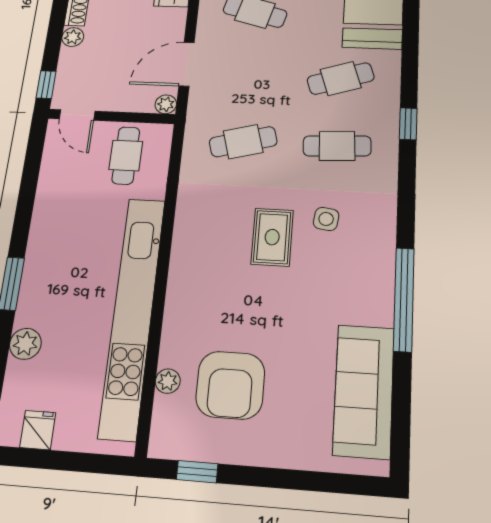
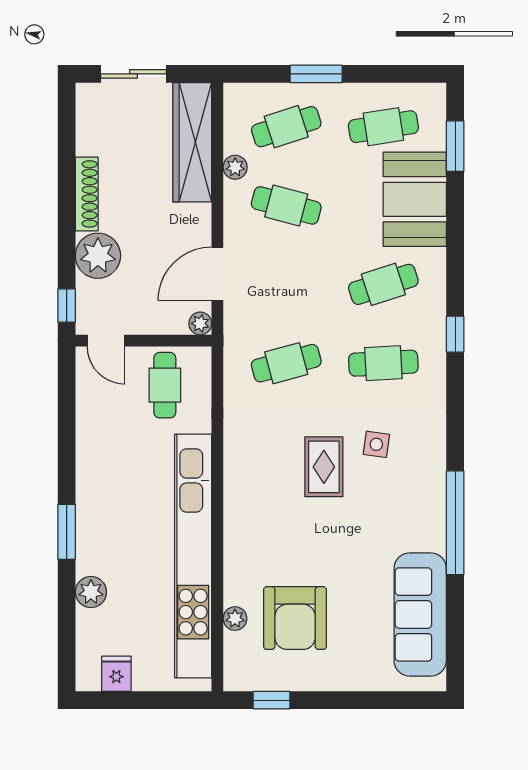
plant: (73, 37) -> (98, 256), width x1.87, depth x1.87

